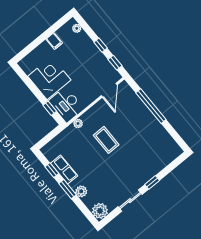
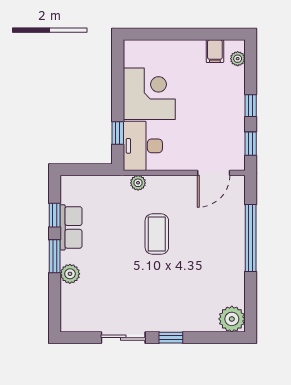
filing cabinet: (54, 41) -> (215, 51), moved
plant: (100, 211) -> (232, 319), moved

